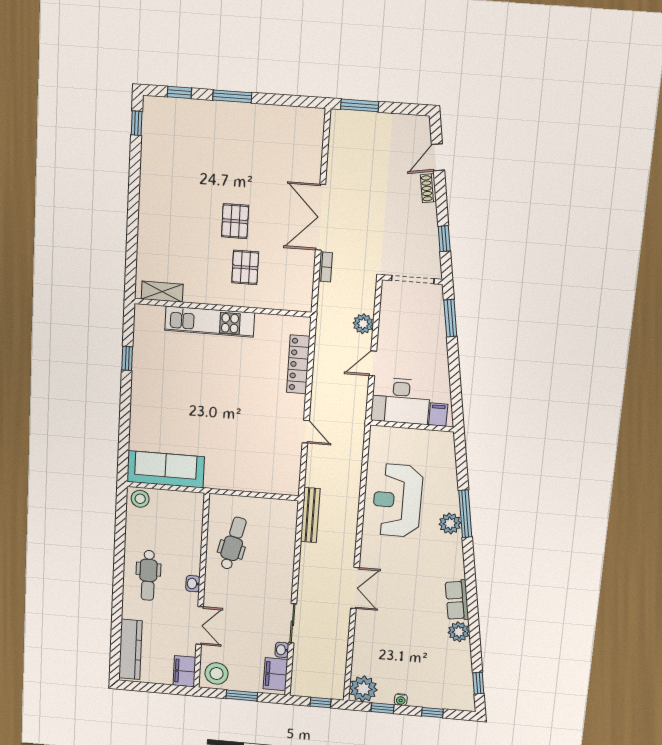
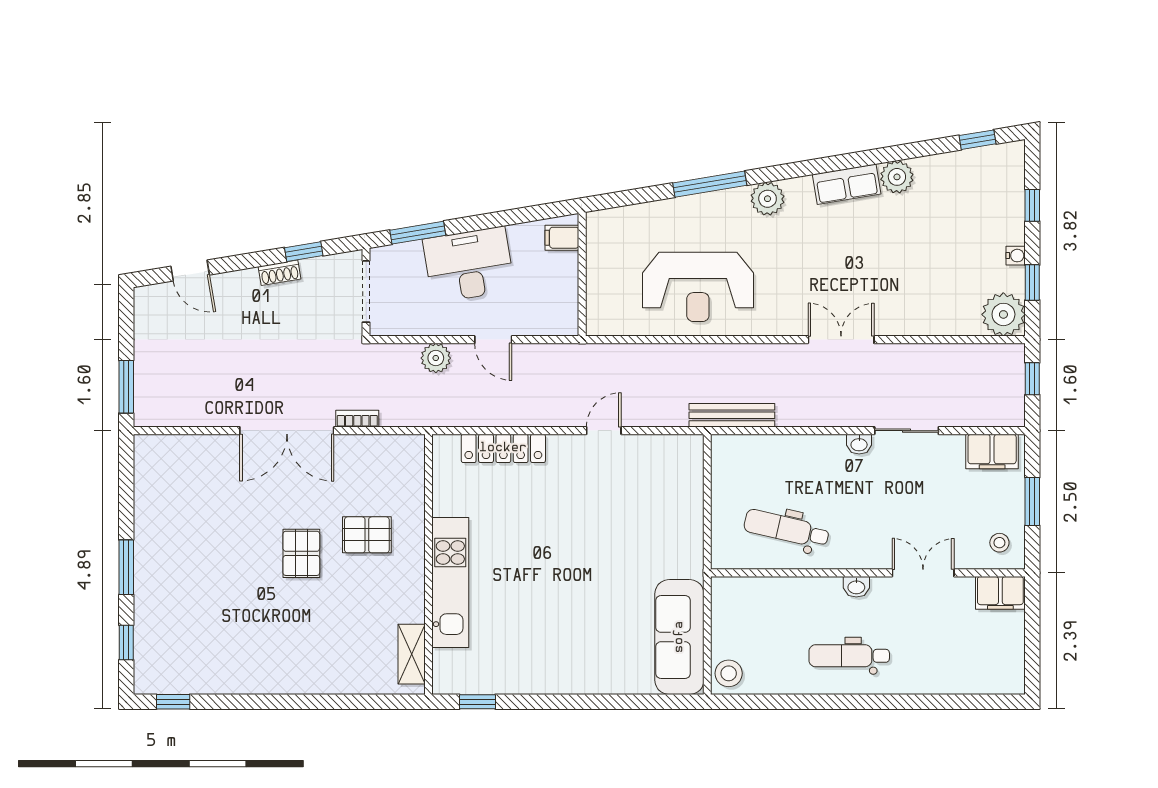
shoe rack: (428, 188) -> (279, 273), moved
pallet: (235, 221) -> (301, 553), turned 90
window: (127, 358) -> (477, 702), moved
desk: (401, 401) -> (469, 265), moved, turned -99
plant: (450, 523) -> (768, 199), moved
dental chair: (148, 575) -> (849, 656), turned 180
kitchen counter: (130, 649) -> (972, 678), removed
washbasin: (282, 650) -> (859, 444), moved
stool: (217, 673) -> (999, 543), width x0.53, depth x0.53

